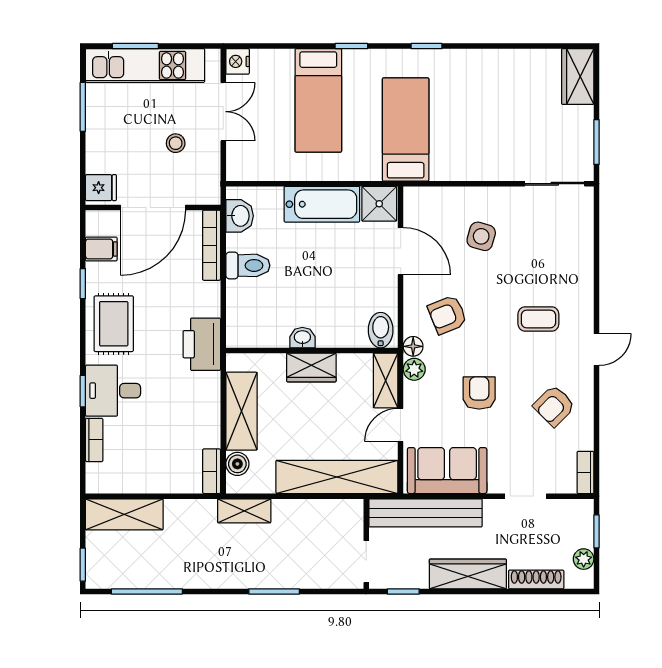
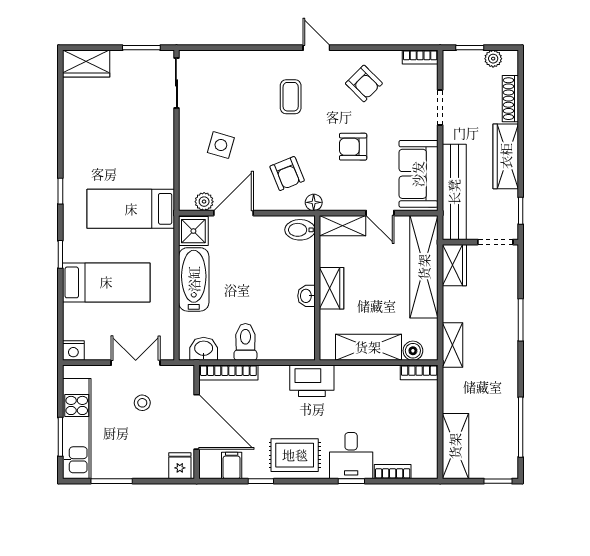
double door: (223, 112) -> (136, 363), moved
plant: (414, 369) -> (204, 202), moved
wardrobe: (339, 513) -> (454, 265), added

